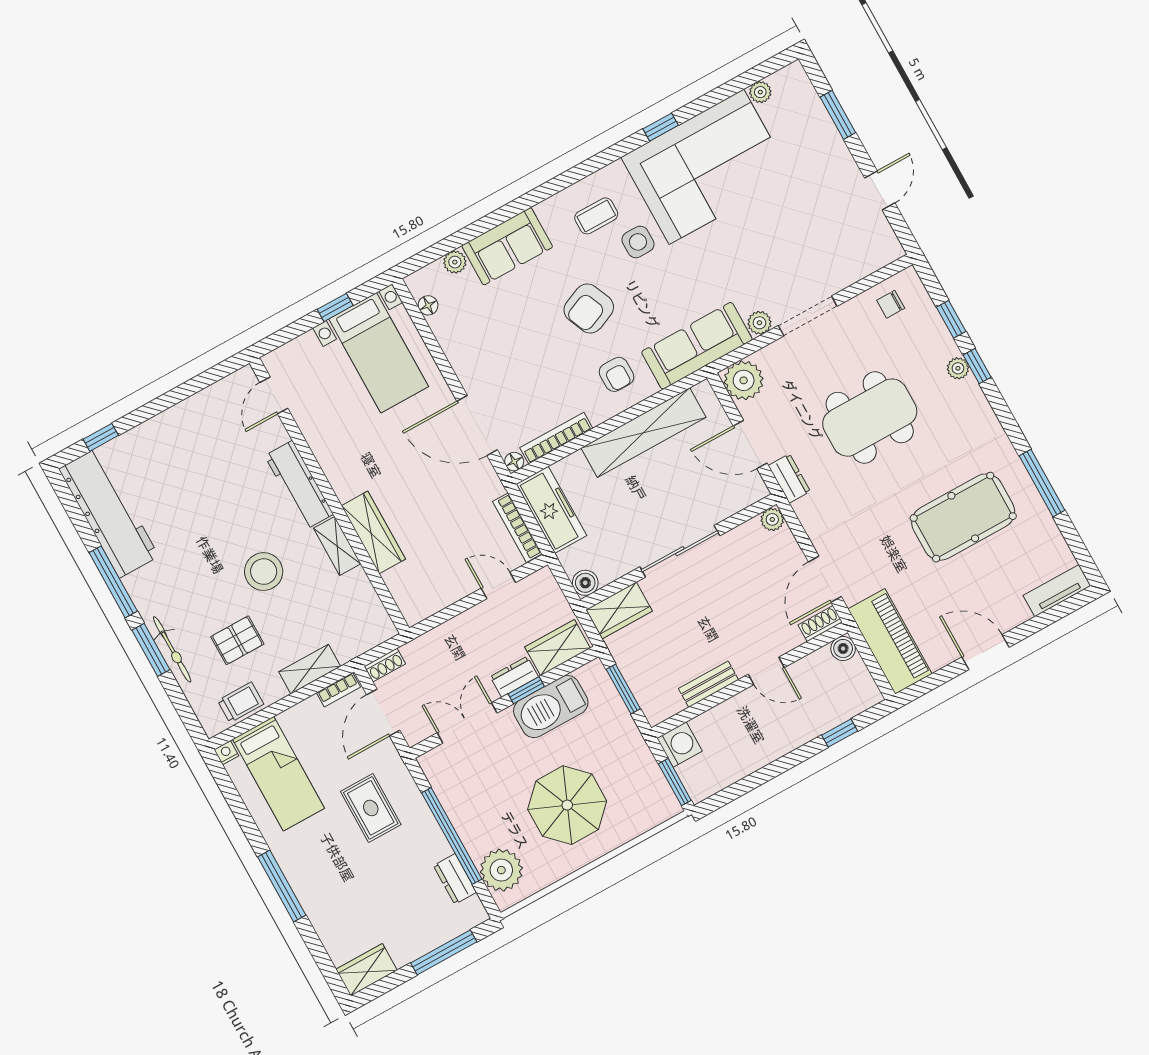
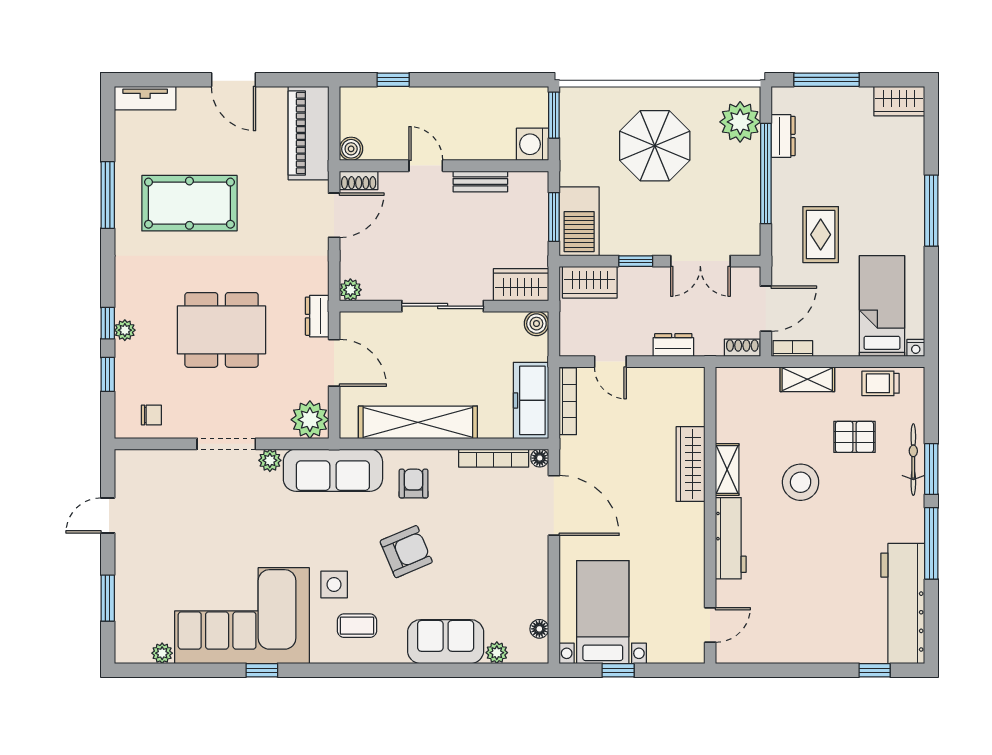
dresser: (514, 677) -> (673, 345), moved, turned 180
barbecue: (551, 707) -> (579, 221), moved, turned 90

